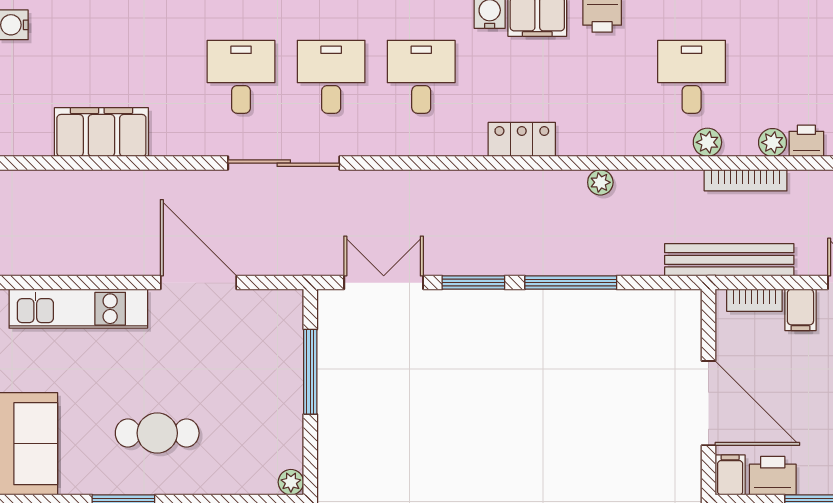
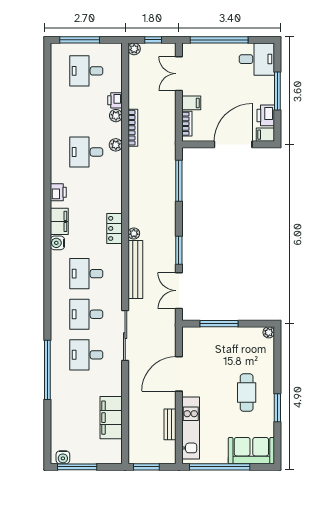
plant: (600, 182) -> (134, 233), moved
bench: (729, 260) -> (135, 270), moved
bench: (86, 263) -> (170, 424), added
window: (571, 283) -> (179, 181), moved

